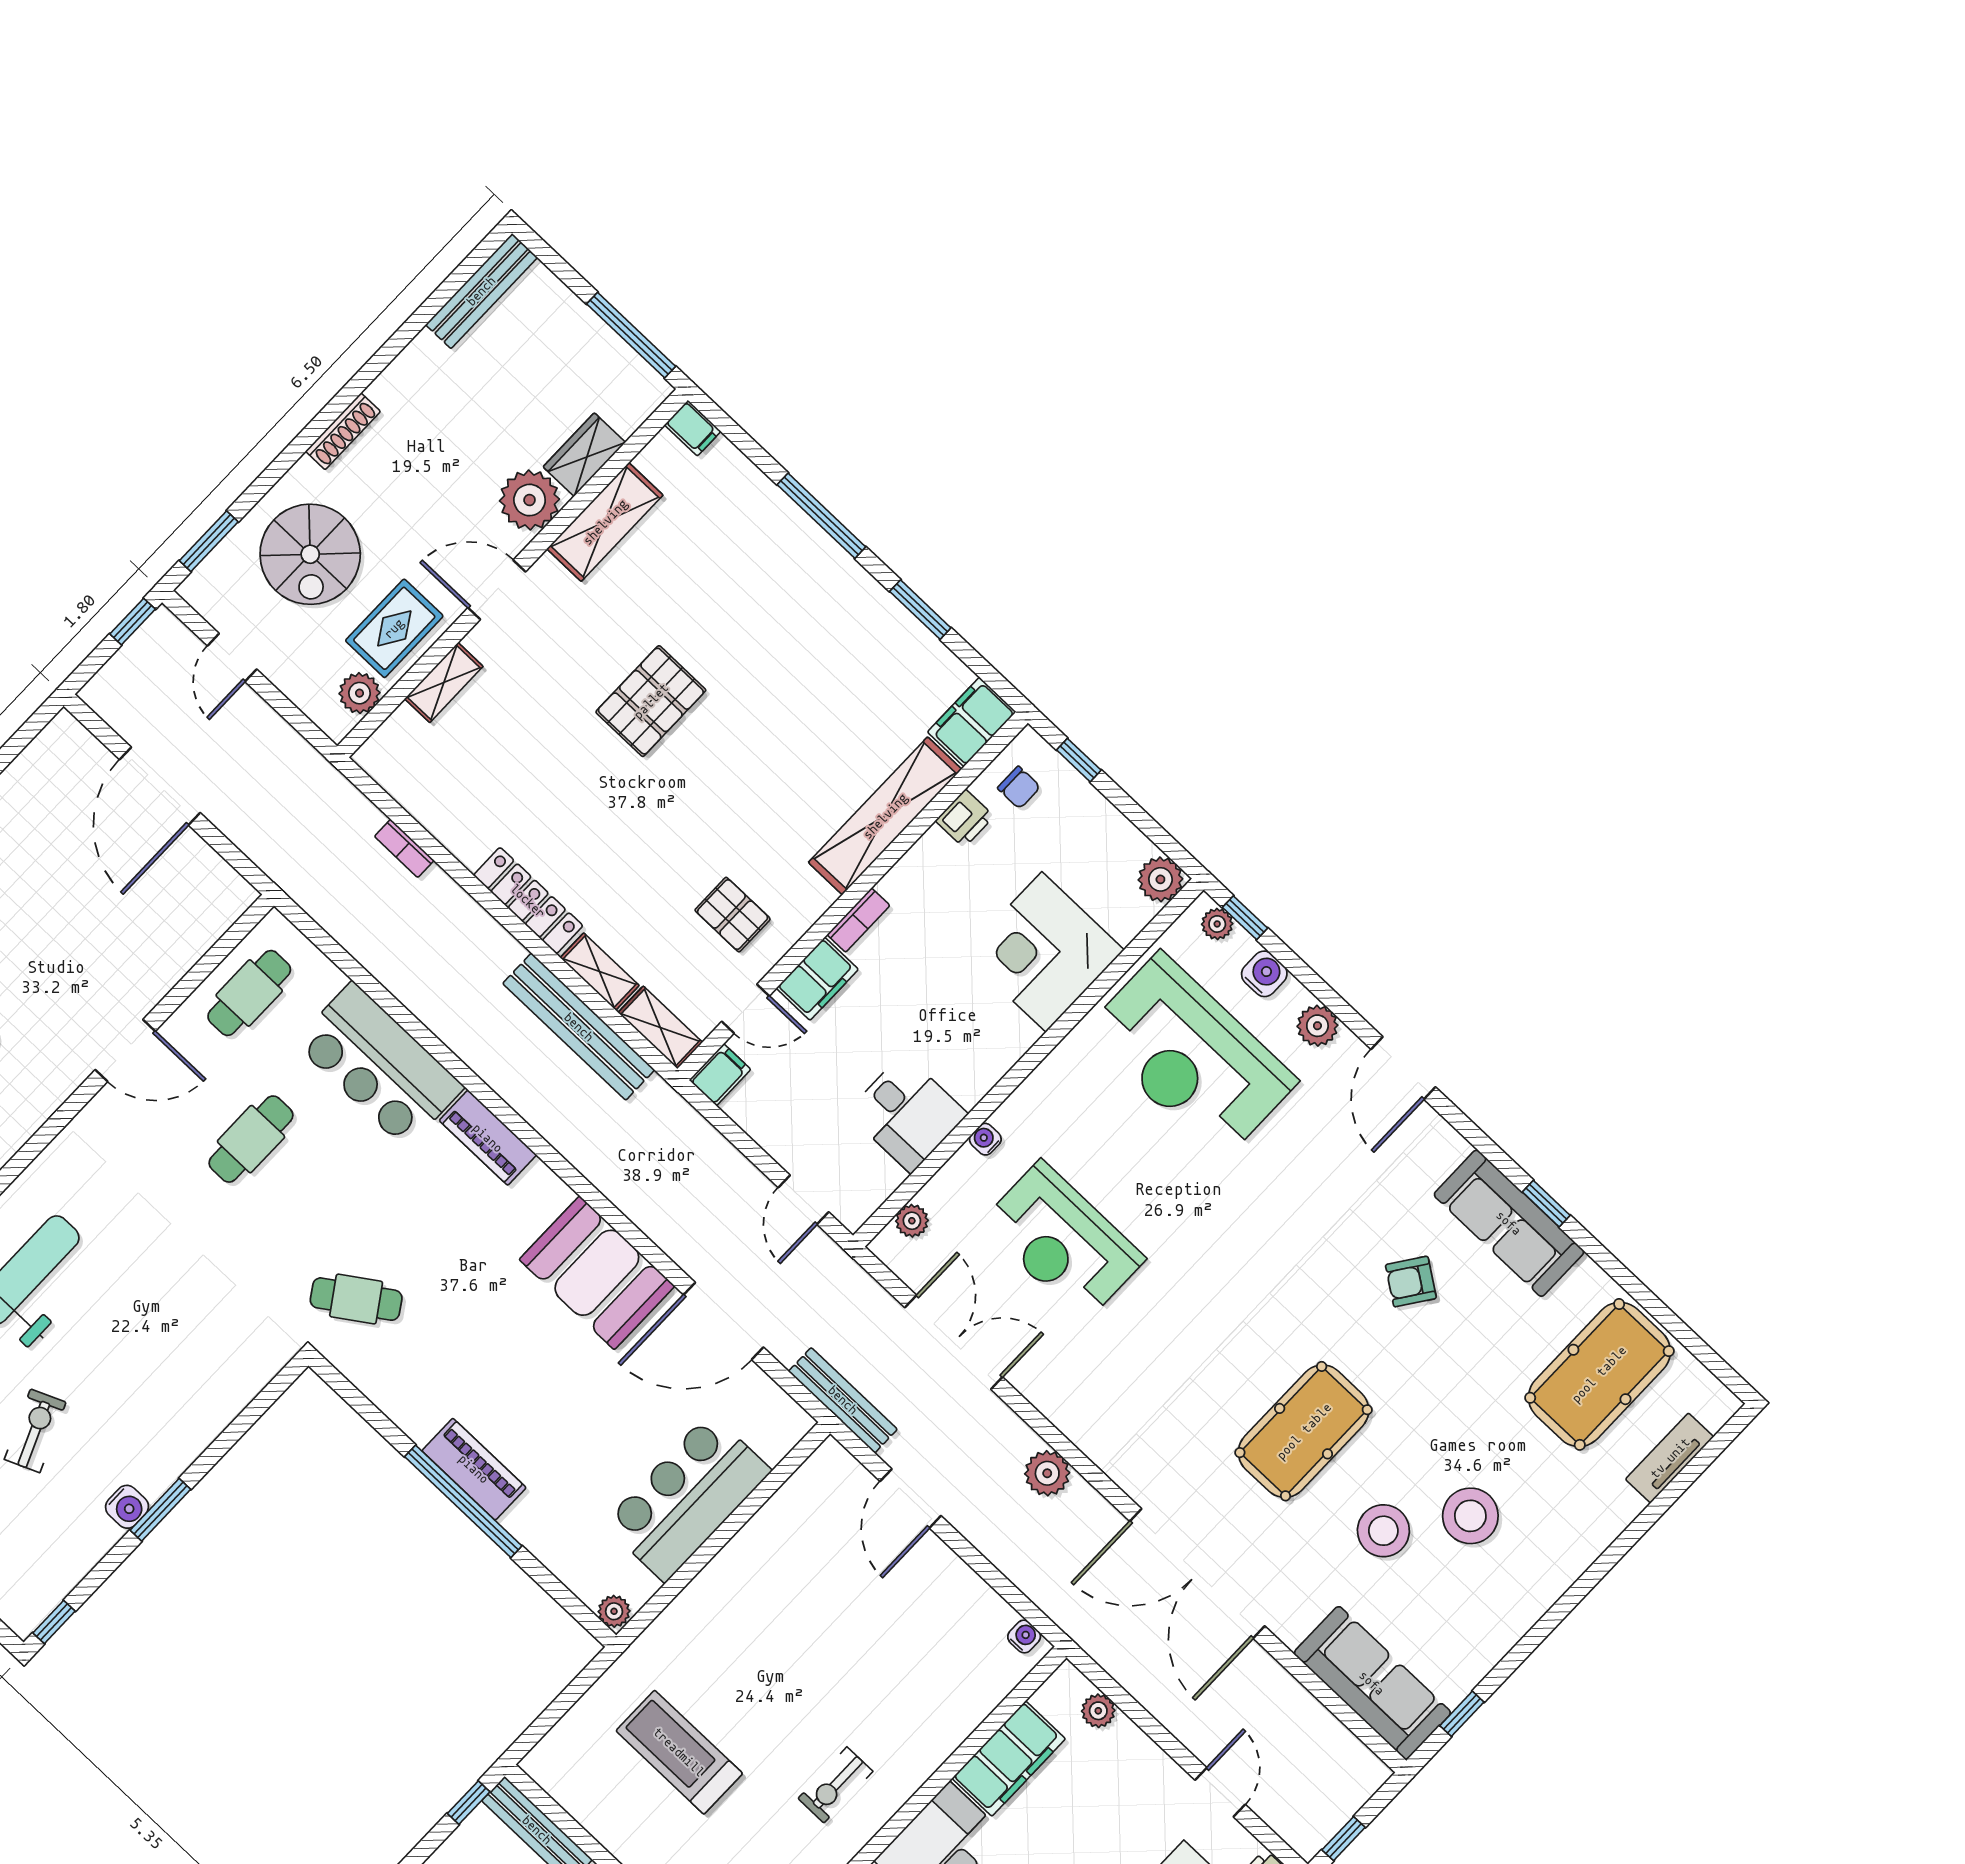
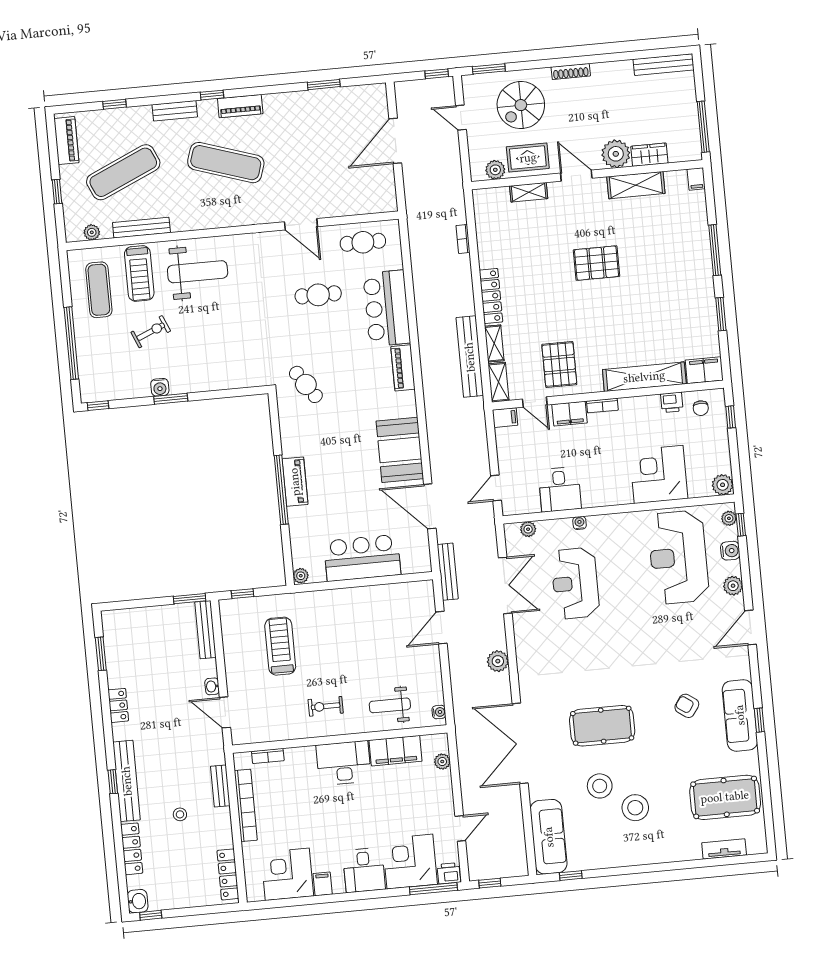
door: (232, 658) -> (461, 118), hinge flipped
pallet: (733, 915) -> (559, 364), width x1.50, depth x1.42
weight bench: (937, 1694) -> (390, 705), added
window: (546, 1721) -> (243, 594), added
window: (469, 1803) -> (190, 599), width x1.50

